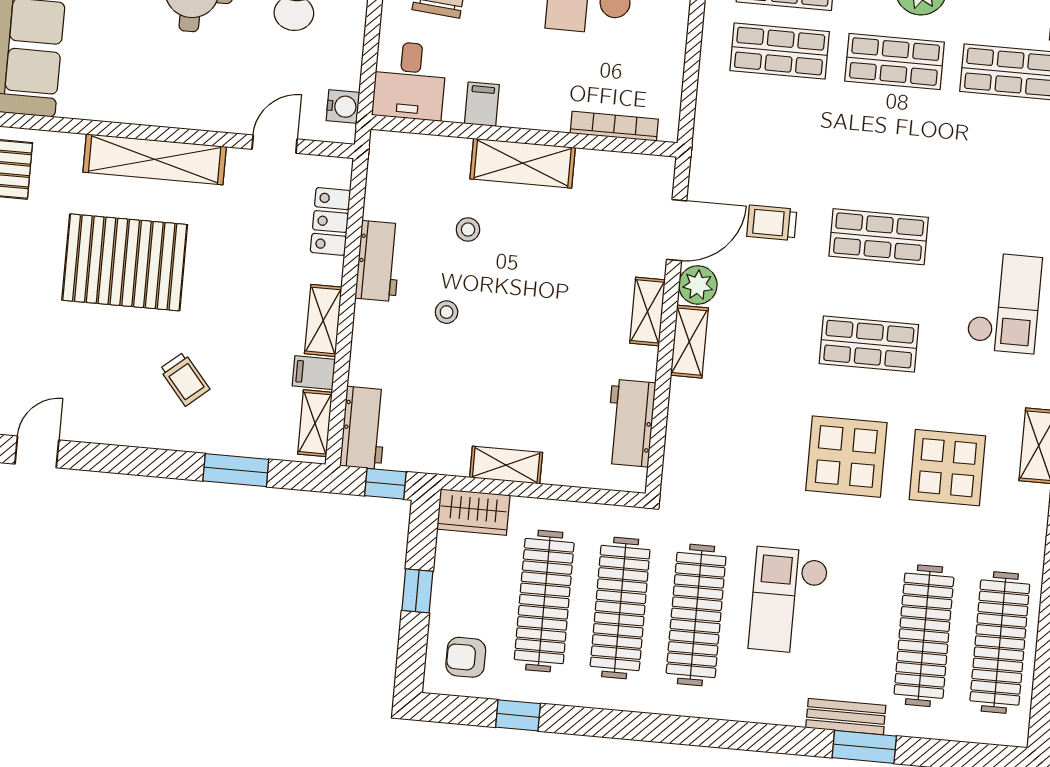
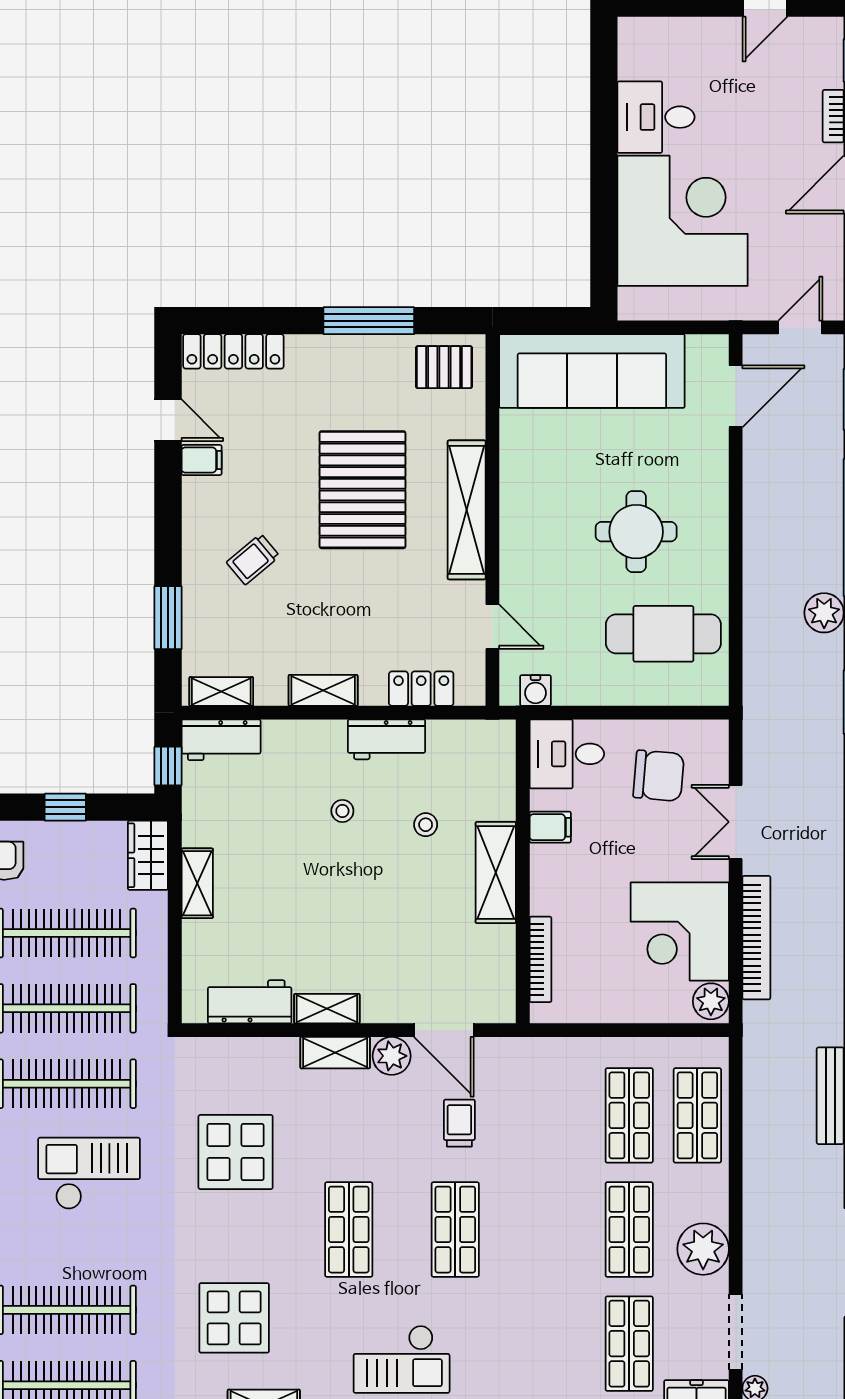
shelving: (647, 311) -> (327, 1009), moved
filing cabinet: (314, 373) -> (202, 460), moved, turned 90
display table: (846, 457) -> (236, 1152), moved

